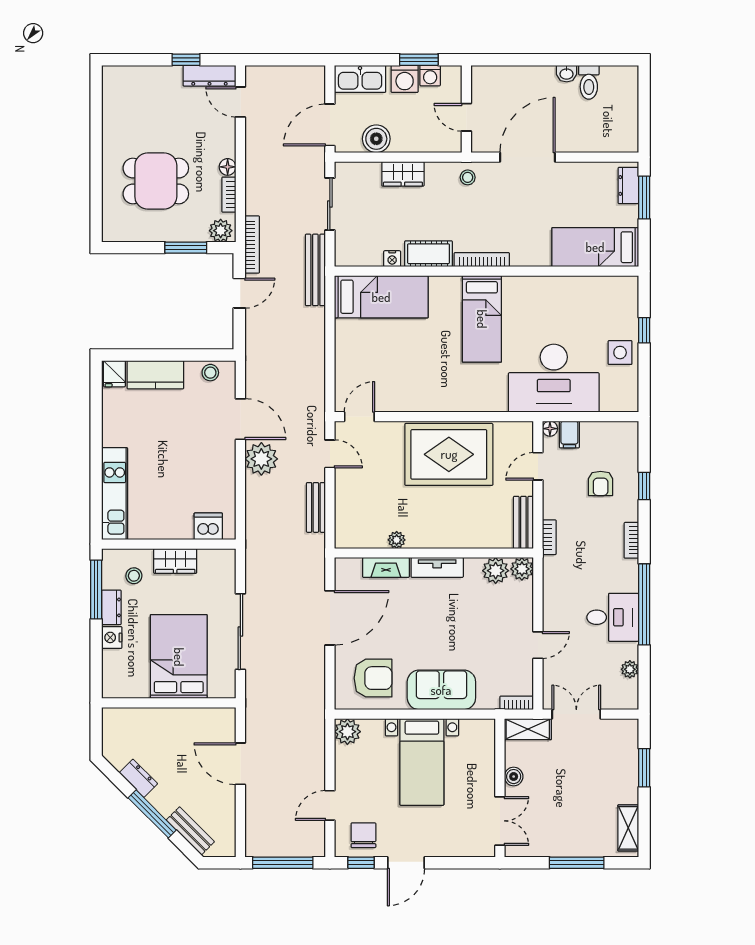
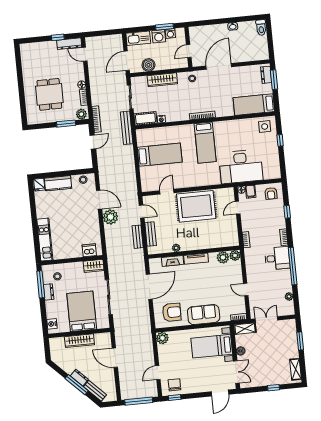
toilet: (589, 82) -> (261, 28), moved
door: (466, 117) -> (189, 51), hinge flipped
wardrobe: (403, 174) -> (162, 80), width x1.50
dining table: (156, 181) -> (49, 94), turned 90
cot: (429, 254) -> (145, 118), moved
bed: (381, 297) -> (160, 155), moved
side table: (620, 353) -> (265, 126), moved
door: (359, 417) -> (167, 192), moved
armchair: (601, 483) -> (271, 193), moved
bench: (523, 522) -> (151, 234), moved
wardrobe: (175, 561) -> (94, 266), moved
desk: (613, 617) -> (277, 258), moved
nightstand: (112, 637) -> (52, 324), moved
door: (538, 645) -> (246, 290), swing flipped
wardrobe: (168, 719) -> (79, 341), added
bed with nightstands: (422, 762) -> (212, 346), moved, turned 90
dresser: (138, 778) -> (79, 378), moved
door: (406, 863) -> (220, 393), moved
window: (577, 863) -> (273, 388), width x0.46

